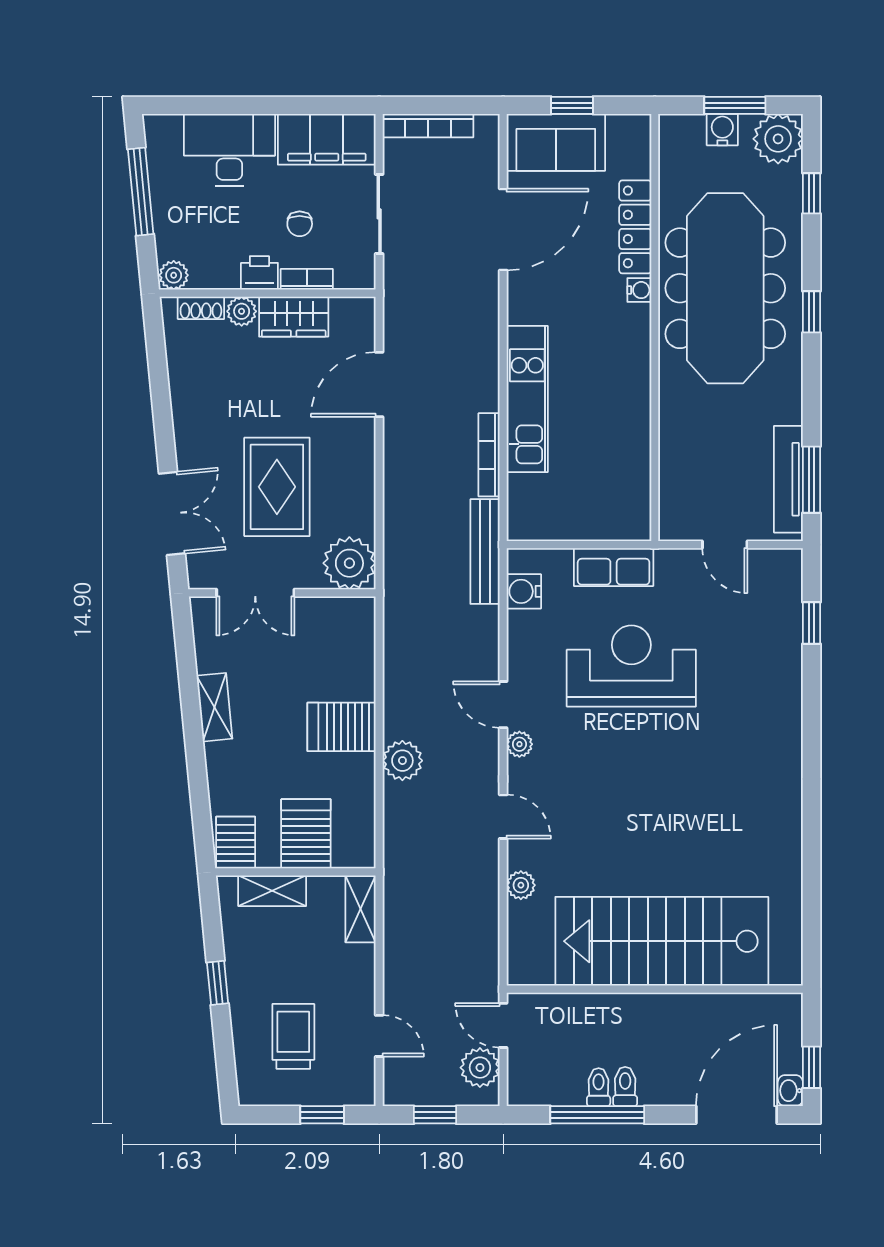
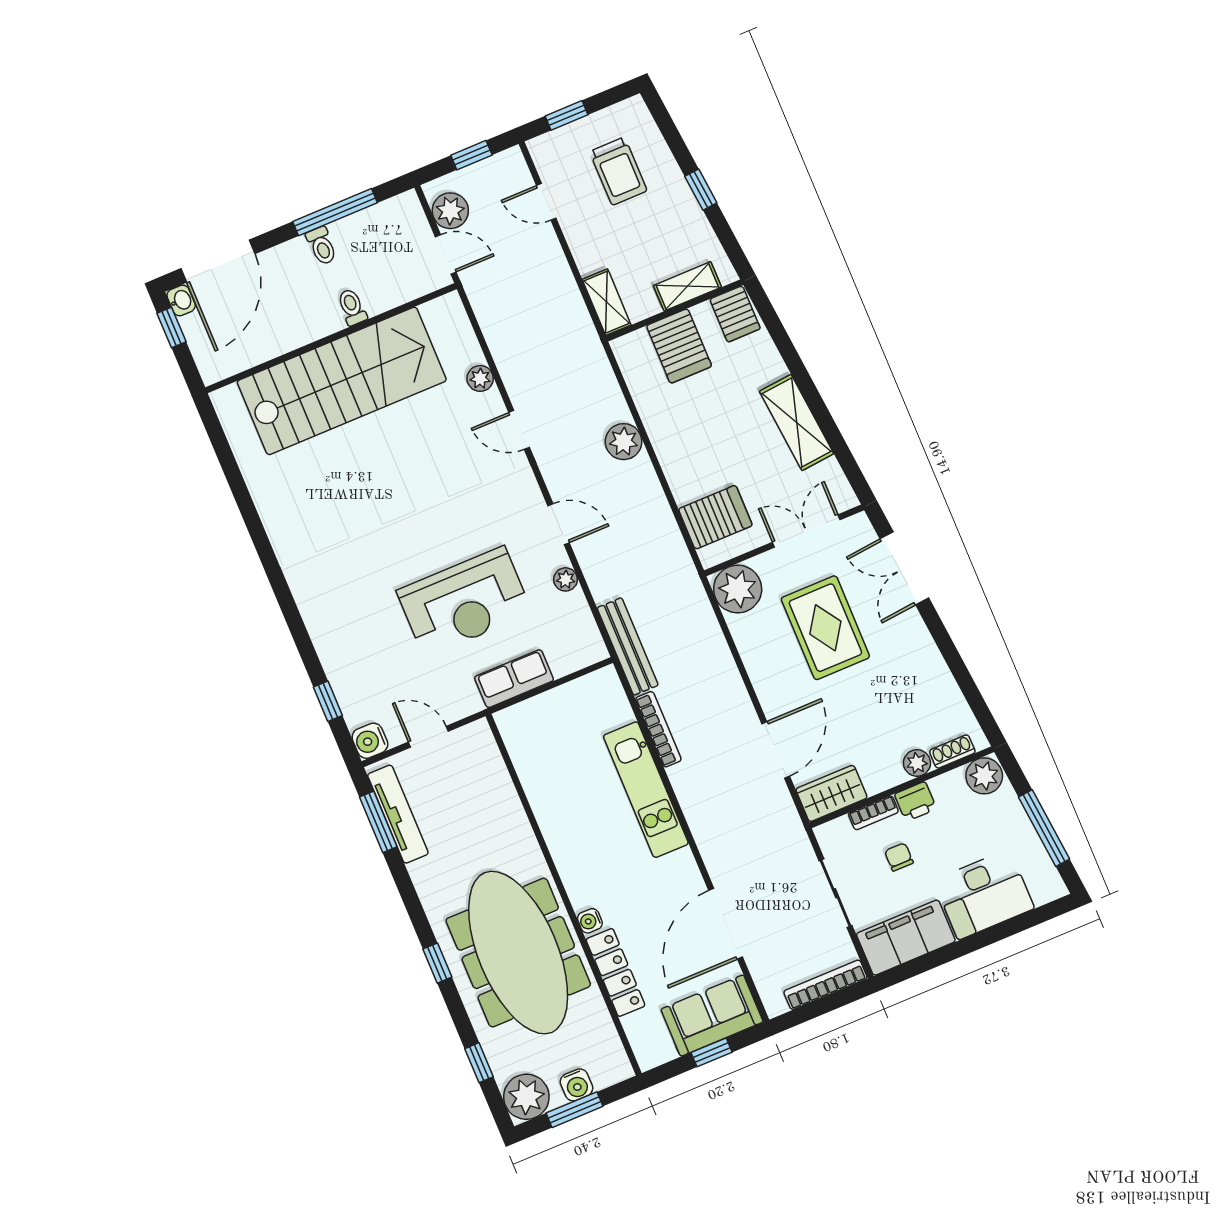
plant: (174, 275) -> (984, 776), width x1.38, depth x1.38
wardrobe: (294, 317) -> (831, 793), moved
water cooler: (524, 591) -> (370, 741), moved, turned 180
shelving: (214, 707) -> (797, 423), width x1.50, depth x1.33
server rack: (342, 727) -> (715, 517), moved
plant: (519, 744) -> (566, 579), moved
toilet: (599, 1087) -> (352, 307), moved, turned 180

